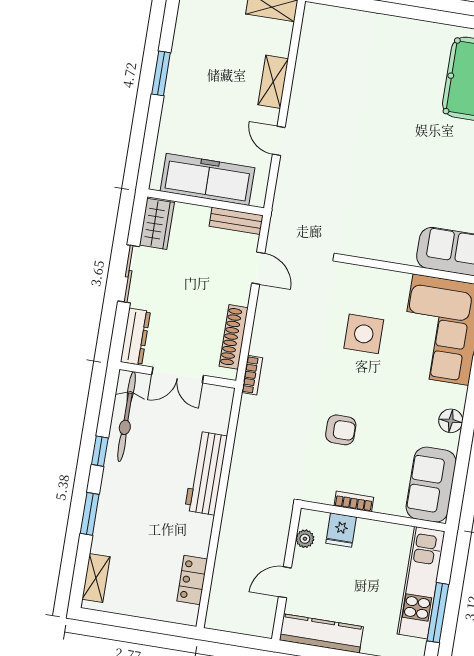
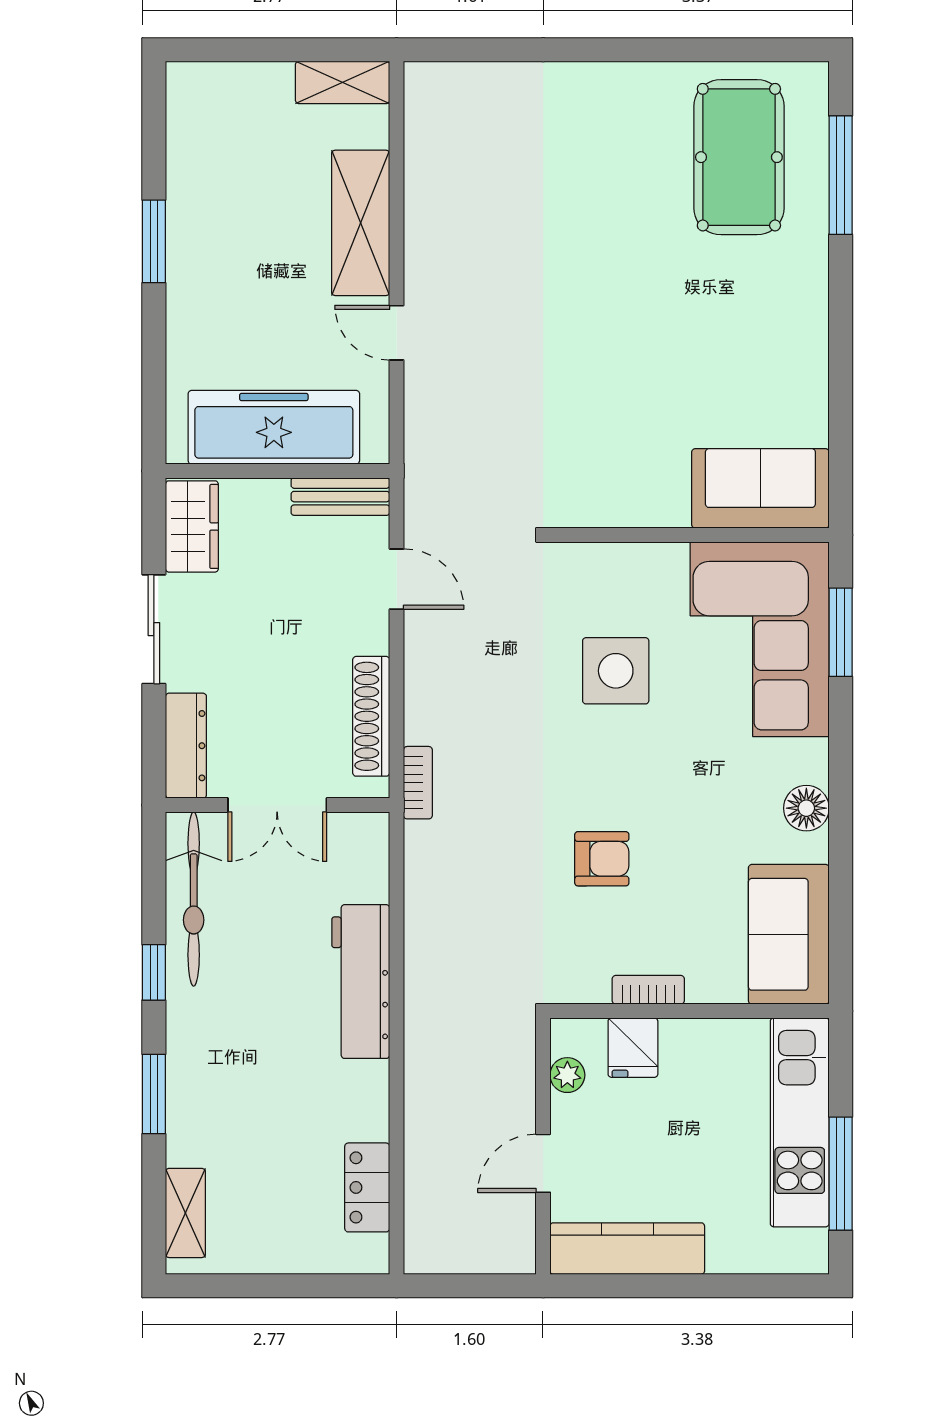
shelving: (273, 82) -> (361, 223), width x1.50, depth x1.33

